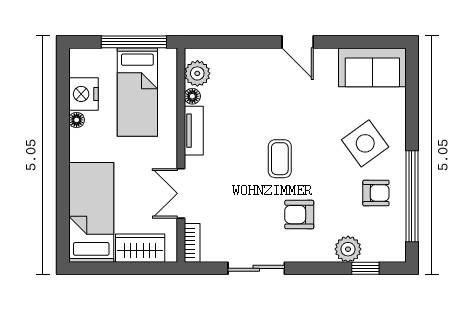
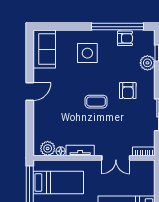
side table: (365, 143) -> (87, 53), turned 36
armchair: (376, 193) -> (125, 38), moved, turned 90
wardrobe: (140, 248) -> (147, 181), removed

